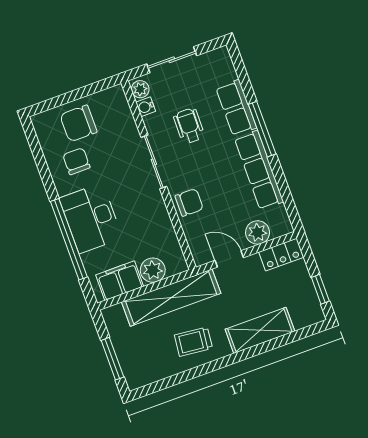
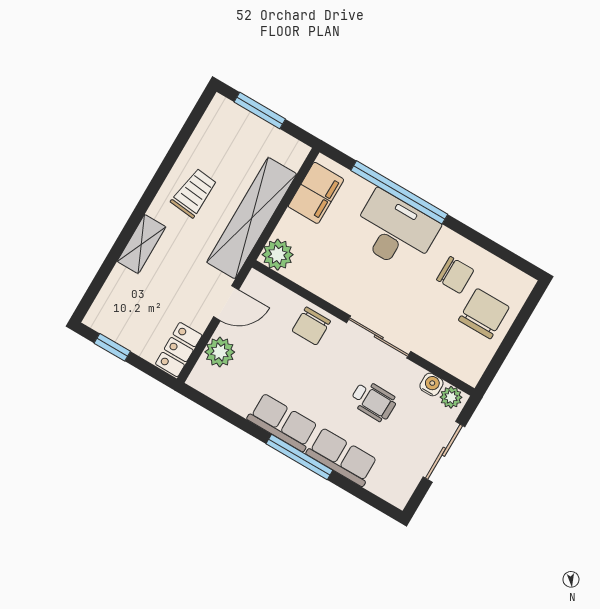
row of seats: (259, 170) -> (283, 422), width x0.68
plant: (153, 270) -> (278, 255), moved
shelving: (260, 330) -> (141, 244), width x0.67, depth x0.75

